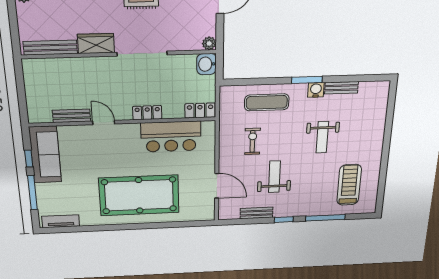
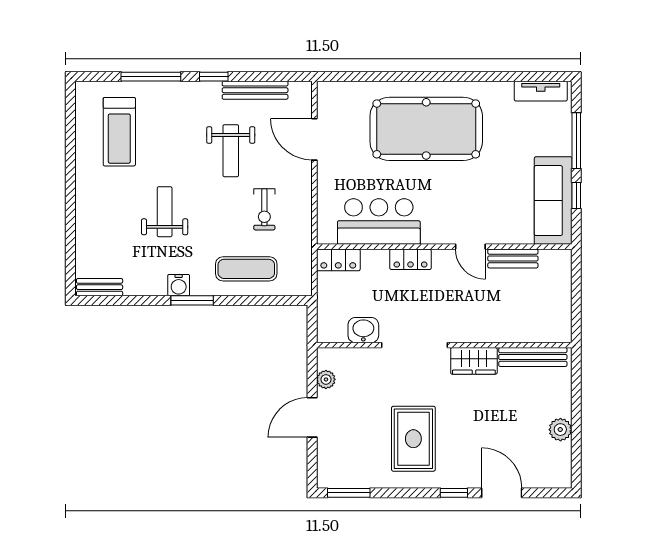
plant: (209, 43) -> (326, 379), moved
washbasin: (207, 64) -> (363, 330), moved, turned -90
bench: (341, 88) -> (100, 287), moved
bench: (256, 213) -> (255, 90), width x1.36

